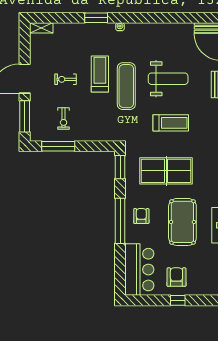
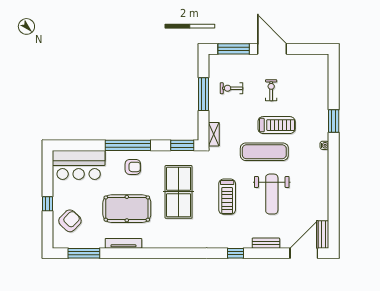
shelving: (41, 28) -> (214, 134), moved
window: (58, 146) -> (204, 94), moved
armchair: (176, 277) -> (70, 221), moved, turned -46

